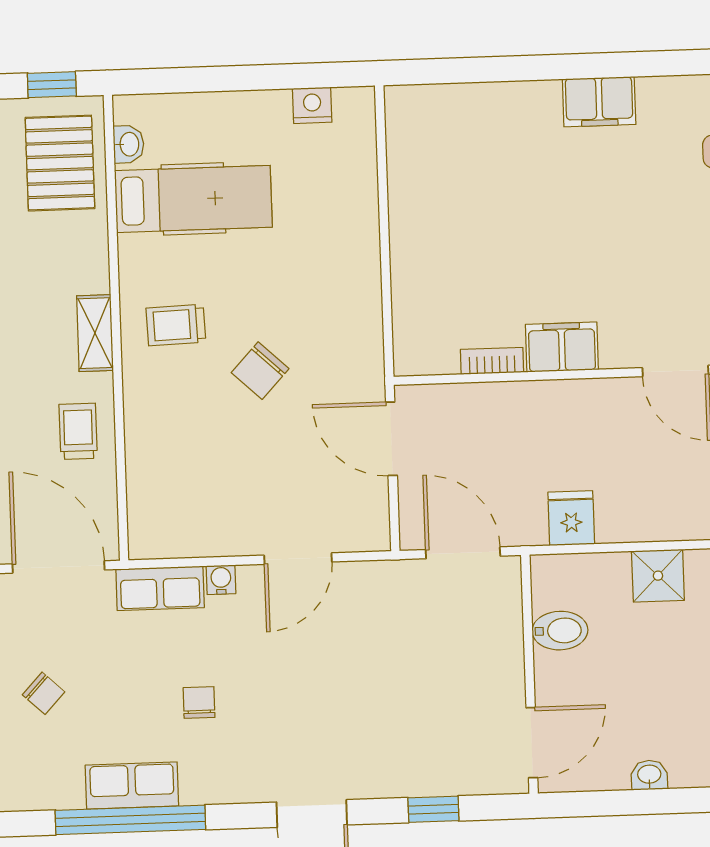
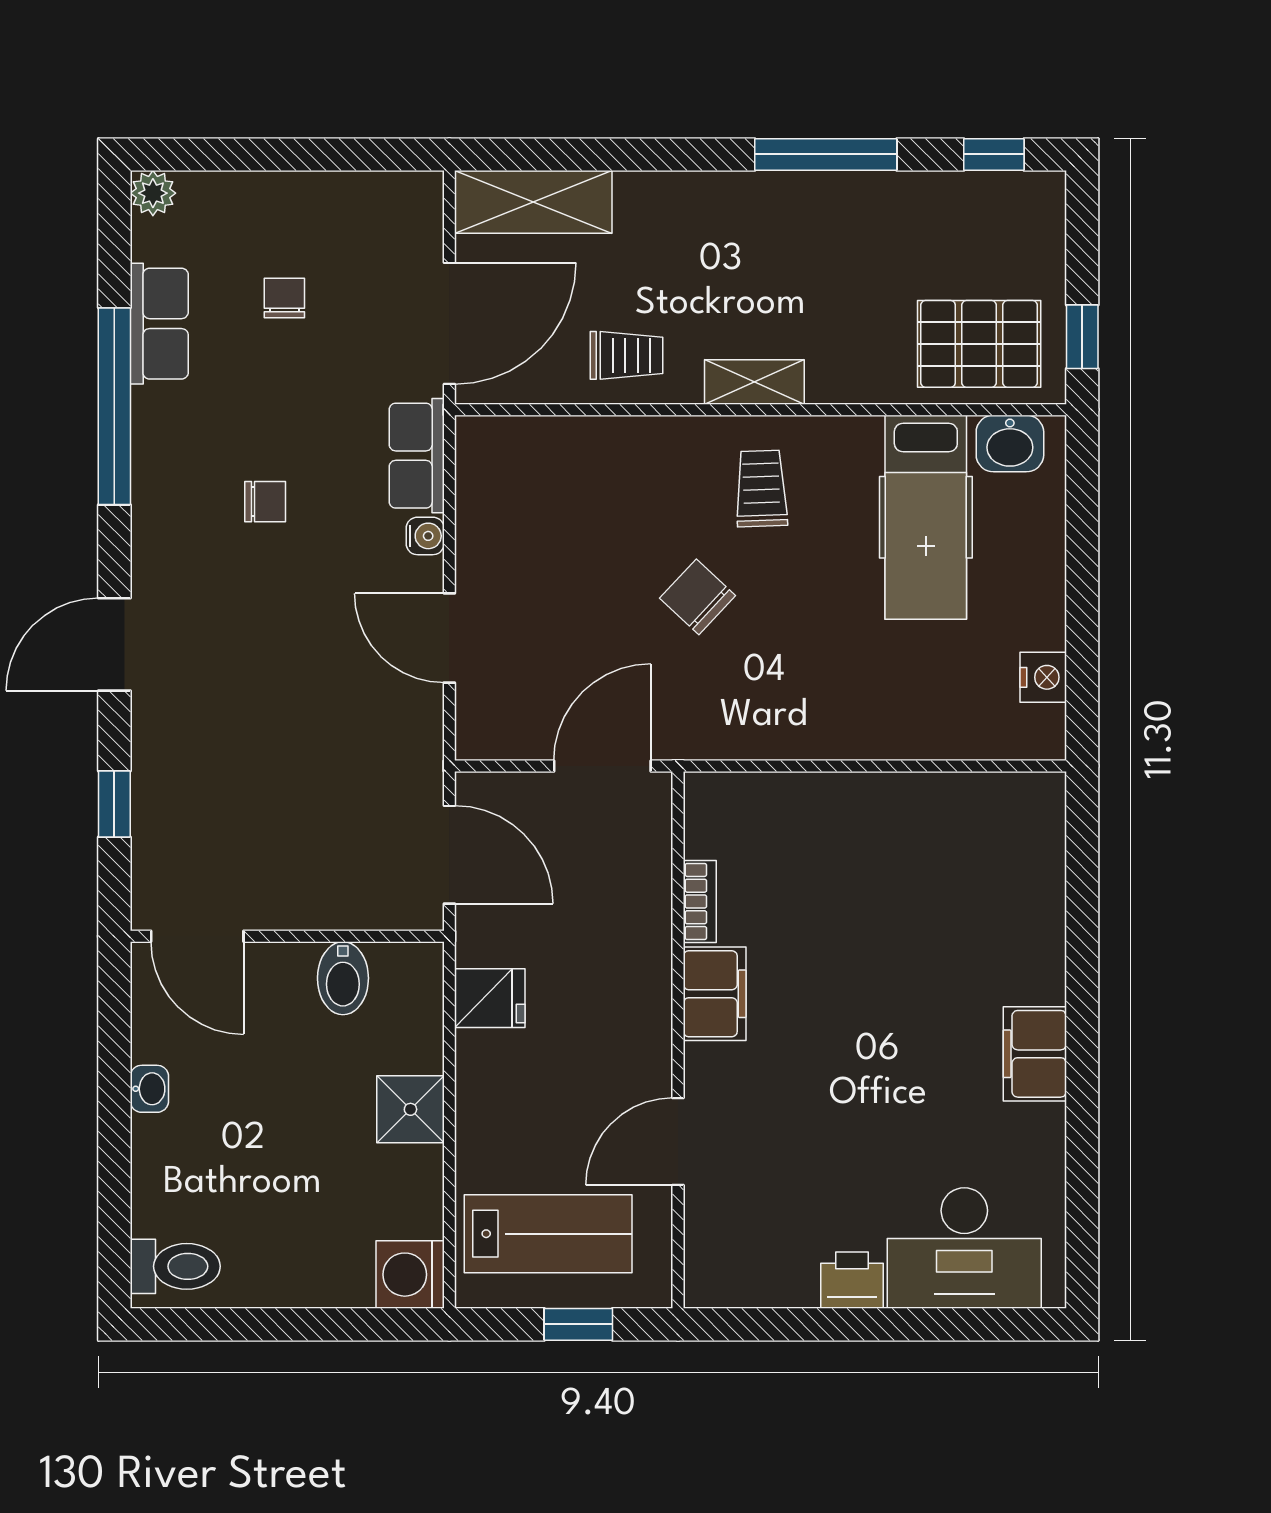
washbasin: (129, 144) -> (1010, 443), width x1.38, depth x1.45
door: (463, 553) -> (449, 855), hinge flipped
chair: (44, 693) -> (284, 298), turned 137
row of seats: (132, 786) -> (159, 324), moved

